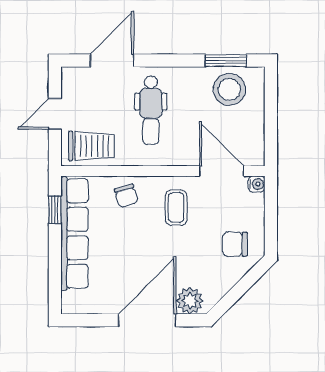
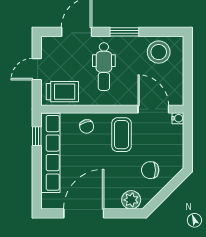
window: (226, 61) -> (124, 32), moved
coffee table: (176, 207) -> (121, 135), width x1.36, depth x1.30
chair: (235, 244) -> (150, 170), moved
door: (147, 320) -> (84, 213), moved

